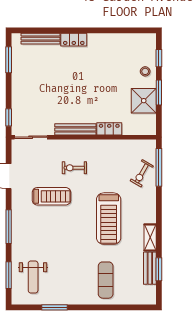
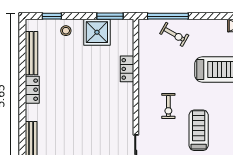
locker: (74, 40) -> (32, 90), moved
window: (159, 93) -> (110, 16), moved
bench: (75, 129) -> (31, 53), moved

